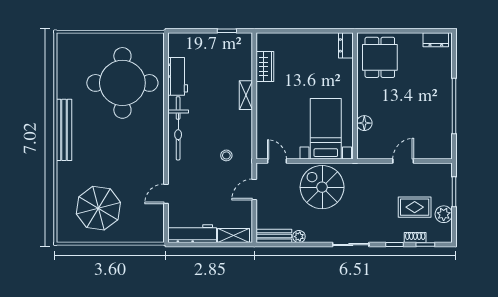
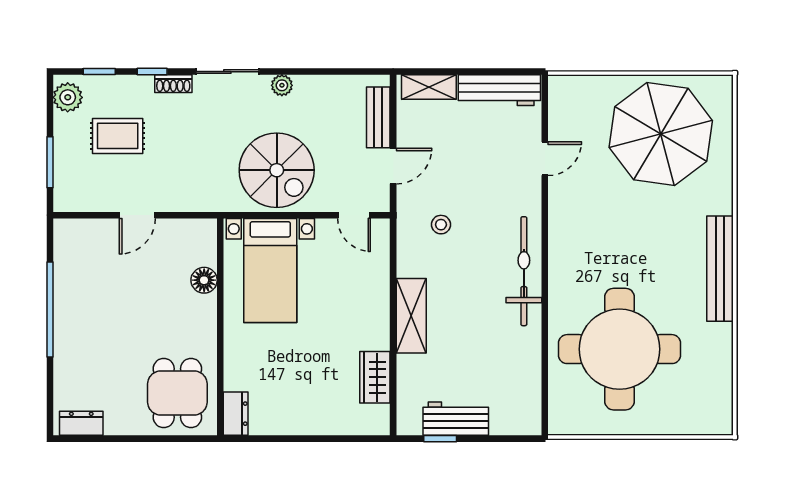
workbench: (178, 76) -> (456, 419), moved, turned 90
shelving: (246, 95) -> (411, 316), width x1.50, depth x1.33
parasol: (98, 208) -> (661, 134), width x1.36, depth x1.36
plant: (444, 214) -> (68, 97), moved
bench: (274, 236) -> (378, 117), moved, turned 90
plant: (299, 237) -> (282, 85), moved
shoe rack: (415, 237) -> (173, 84), moved

